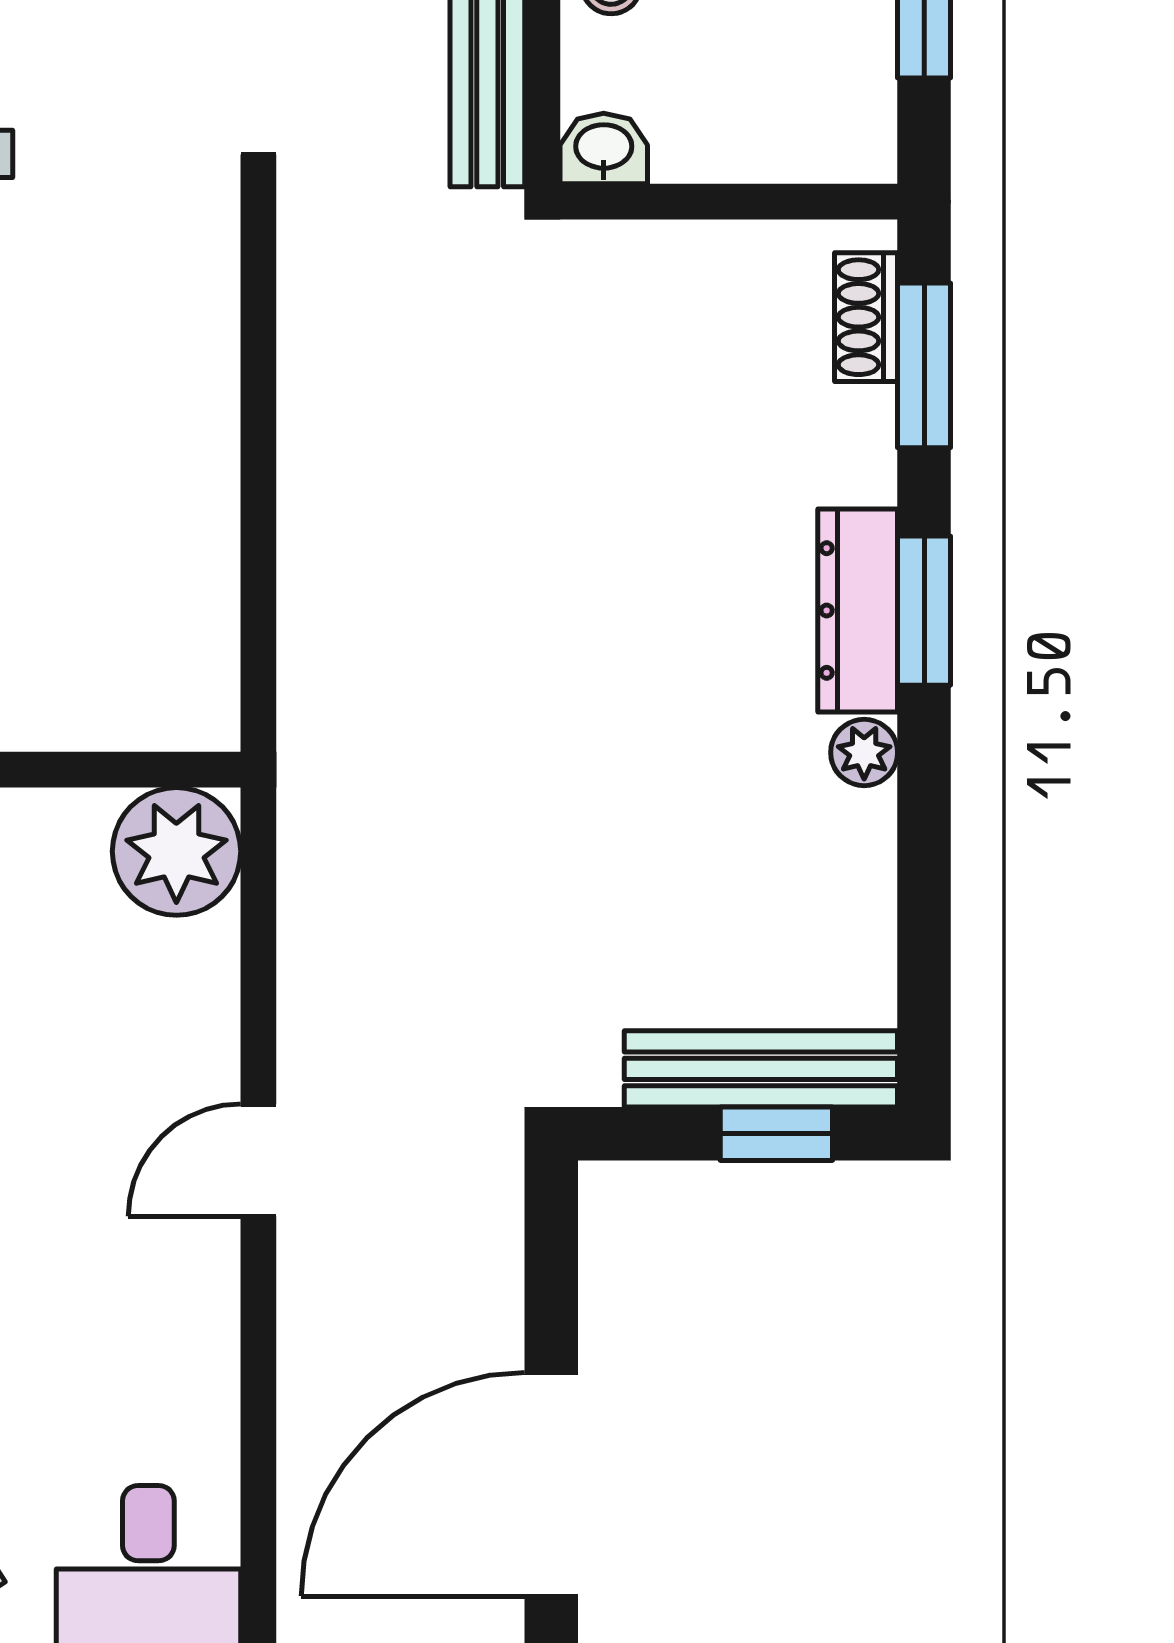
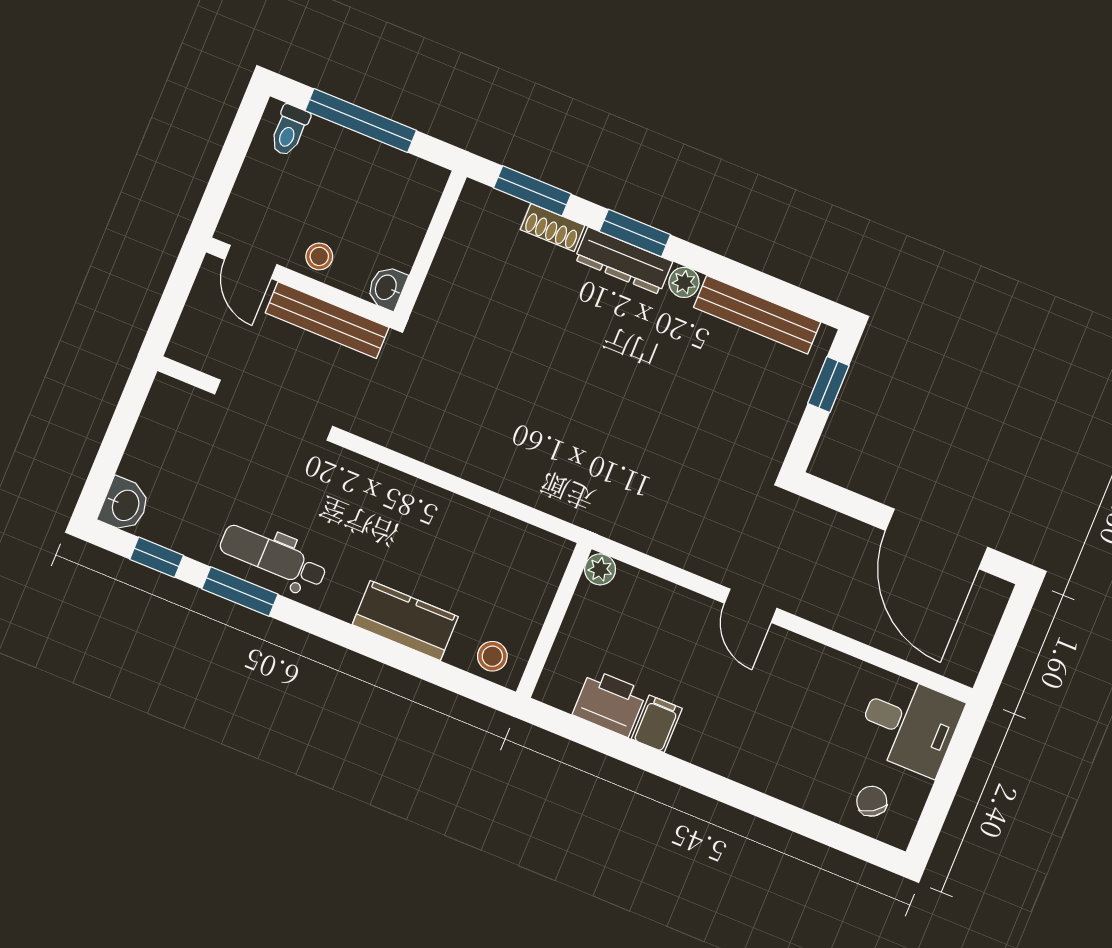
shoe rack: (866, 317) -> (552, 227), moved
plant: (176, 851) -> (600, 569), width x0.53, depth x0.53
bench: (761, 1069) -> (757, 315), moved, turned 90

